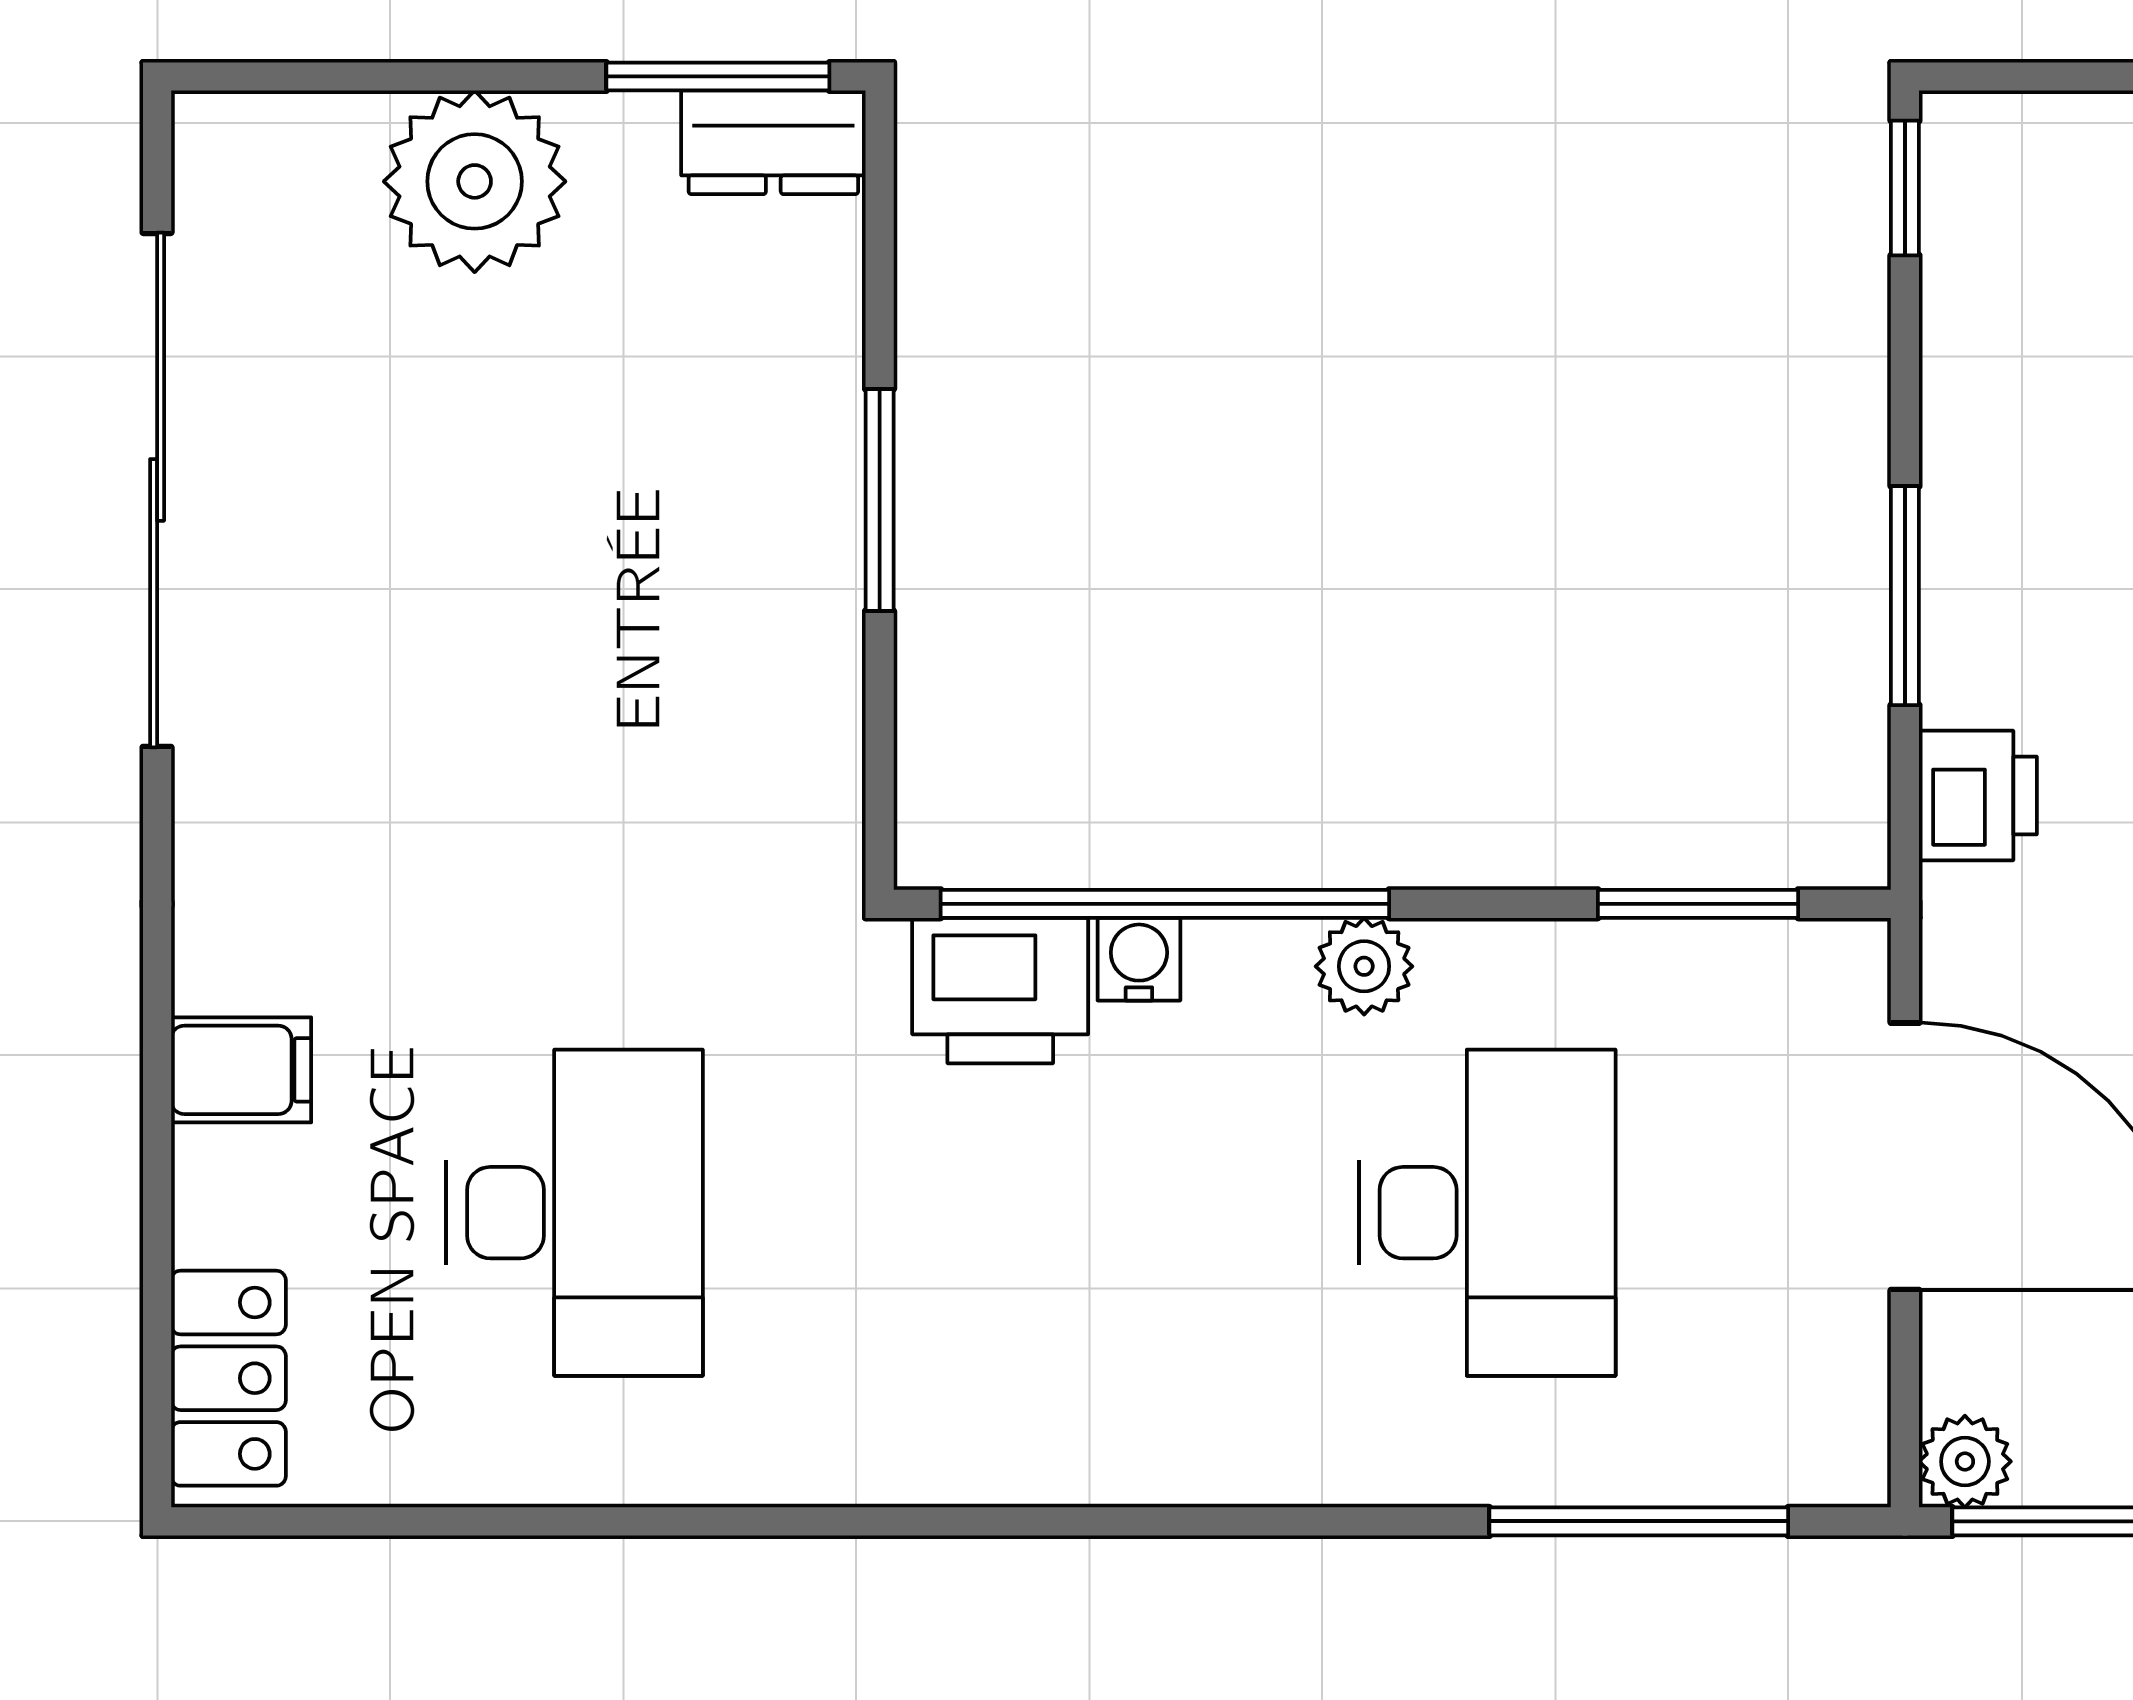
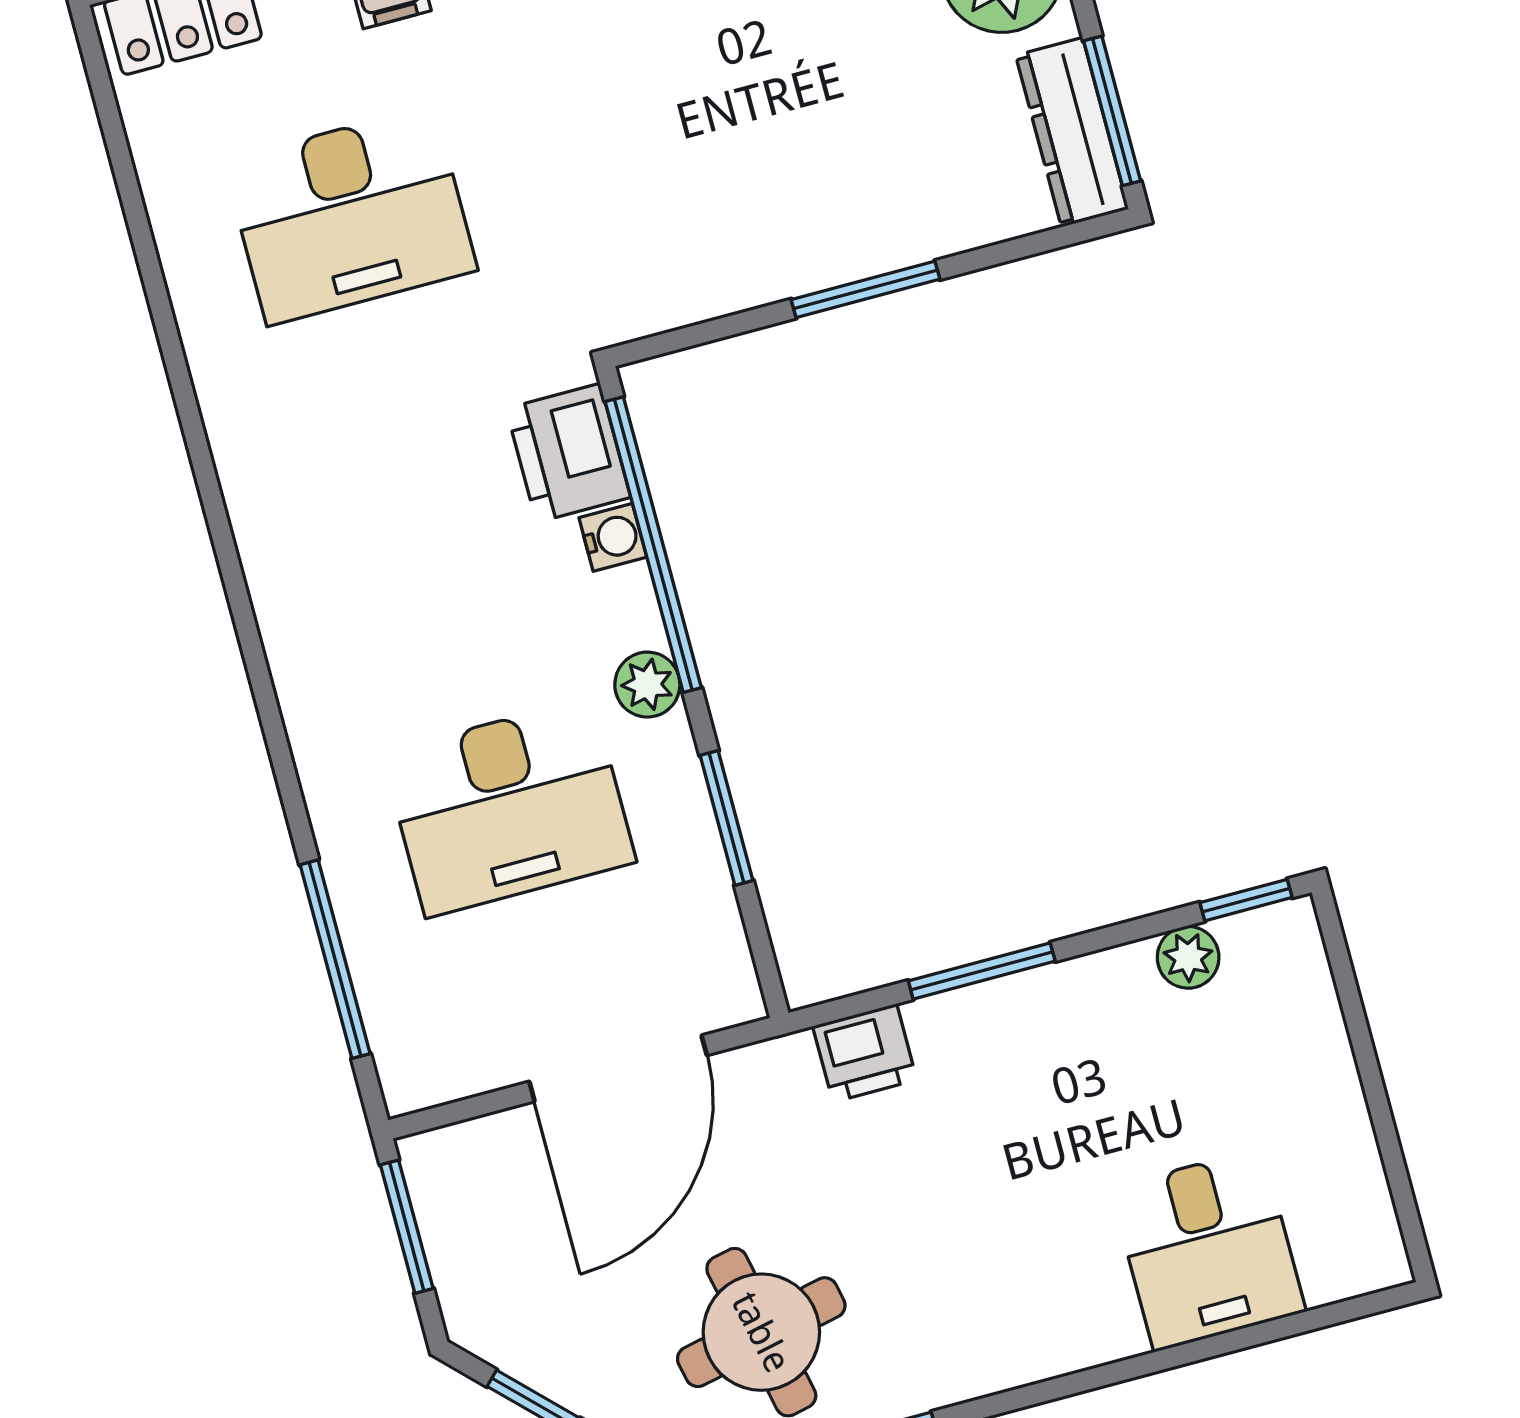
dresser: (773, 142) -> (1072, 132), width x1.44
window: (1698, 904) -> (726, 818), moved
plant: (1965, 1461) -> (1188, 957), moved

